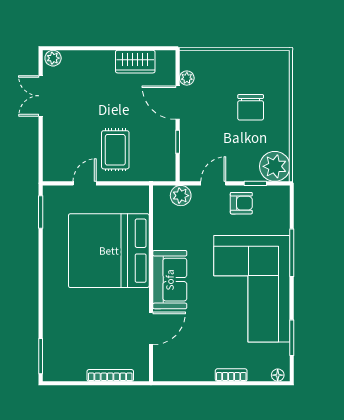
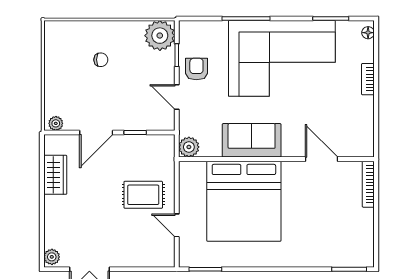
plant: (187, 78) -> (56, 123), moved
chair: (251, 107) -> (101, 60), width x0.54, depth x0.54
plant: (181, 196) -> (189, 147), moved
sofa: (170, 280) -> (252, 140), moved
bookcase: (110, 375) -> (368, 184), moved

